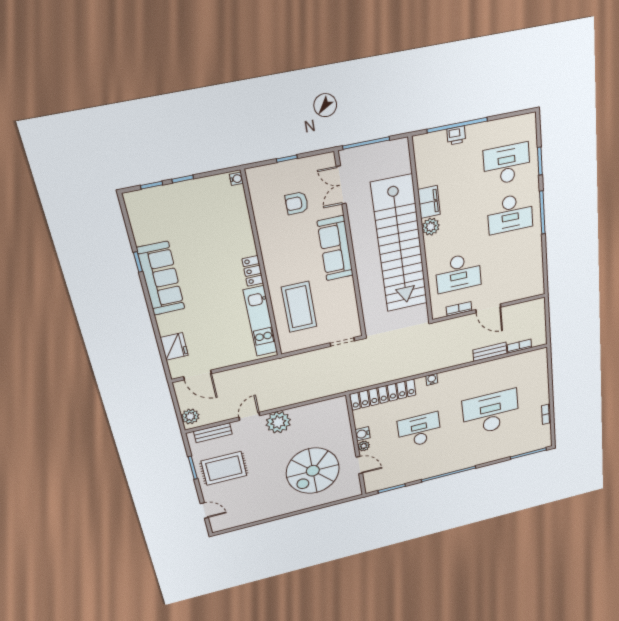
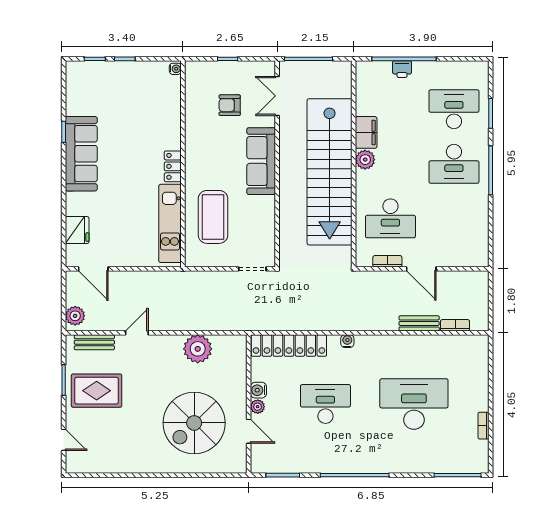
plant: (278, 422) -> (198, 349), moved

